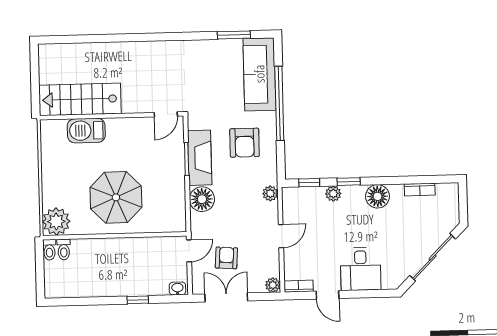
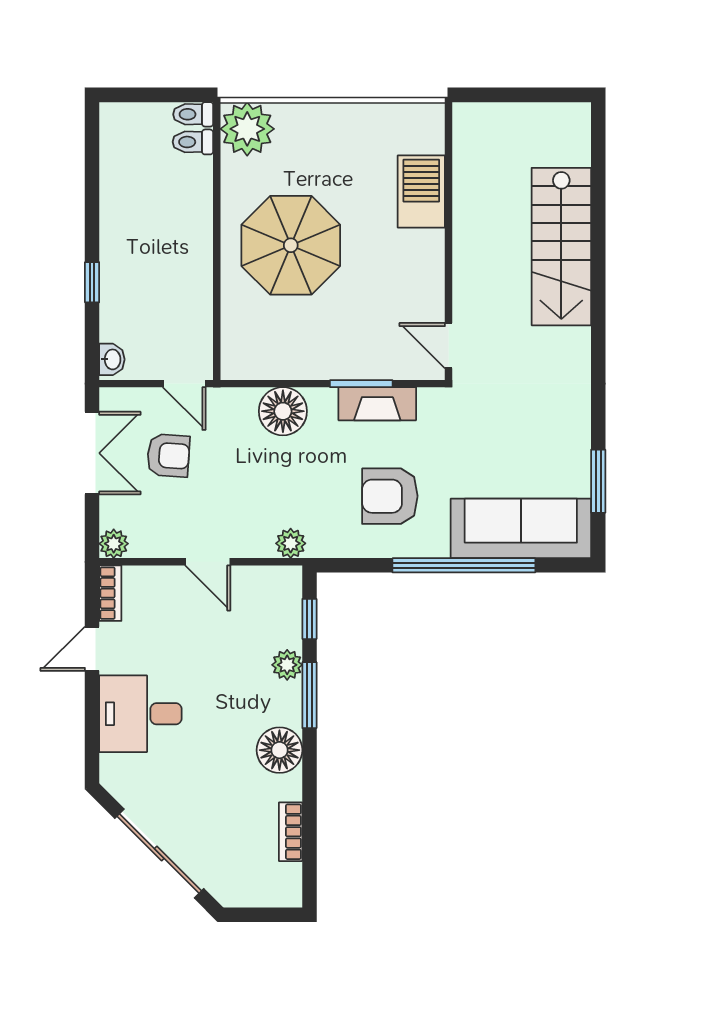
stairs: (80, 99) -> (561, 247), moved, turned 180
fireplace: (200, 158) -> (377, 404), width x0.73, depth x0.76
window: (349, 182) -> (309, 695), width x1.50

